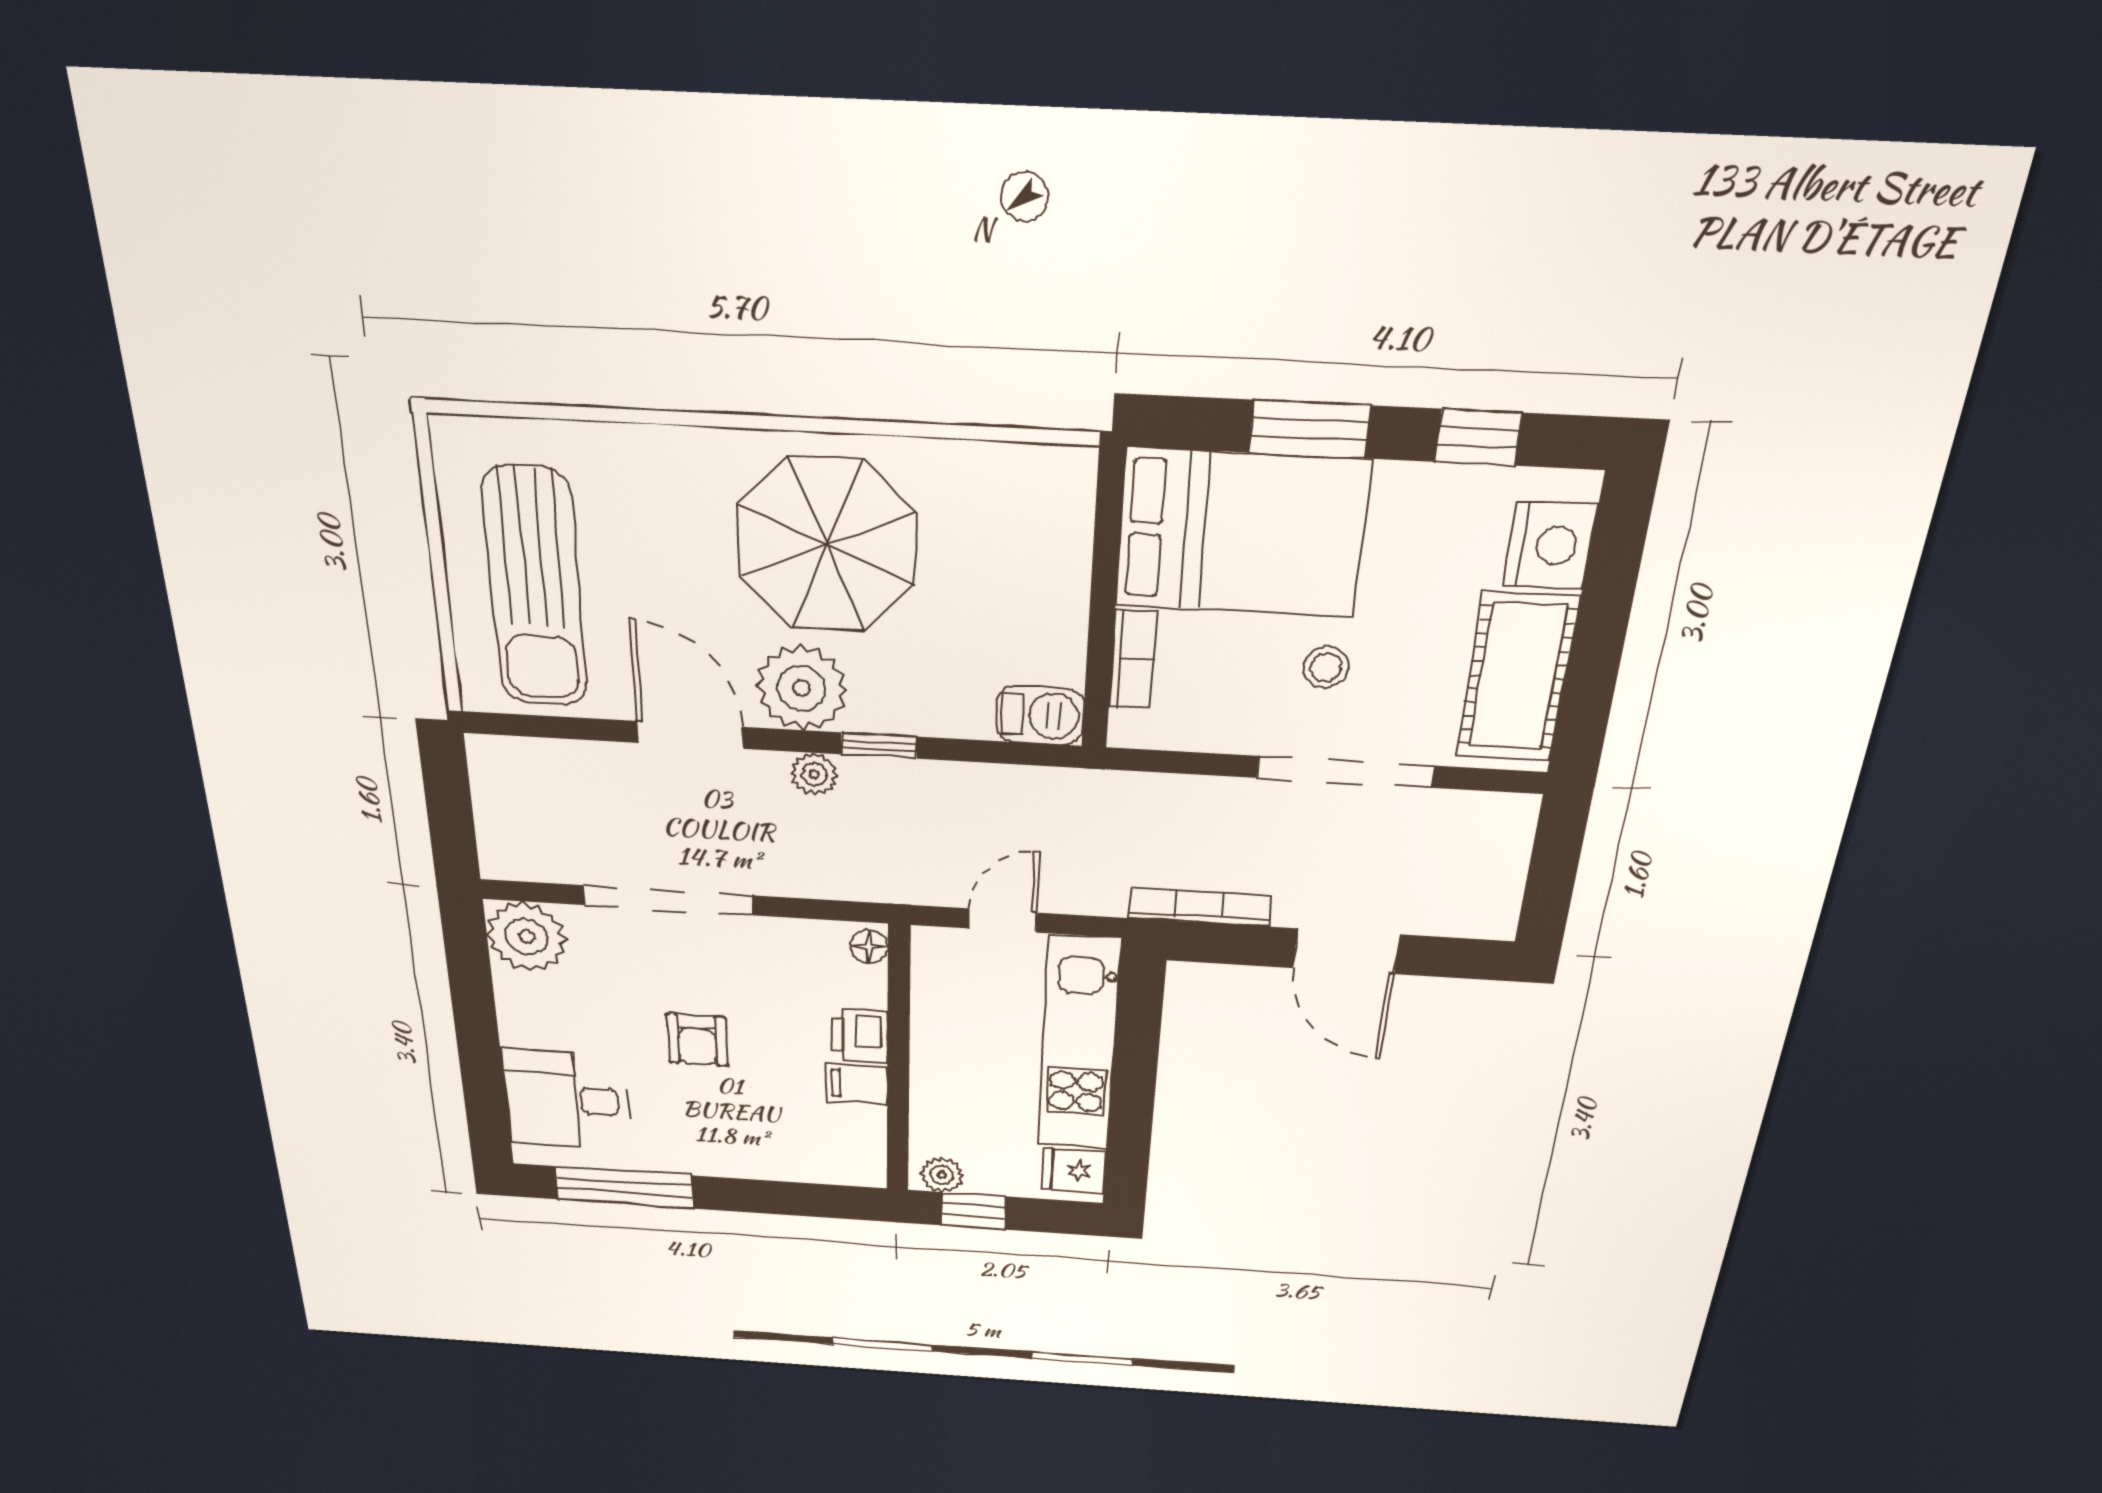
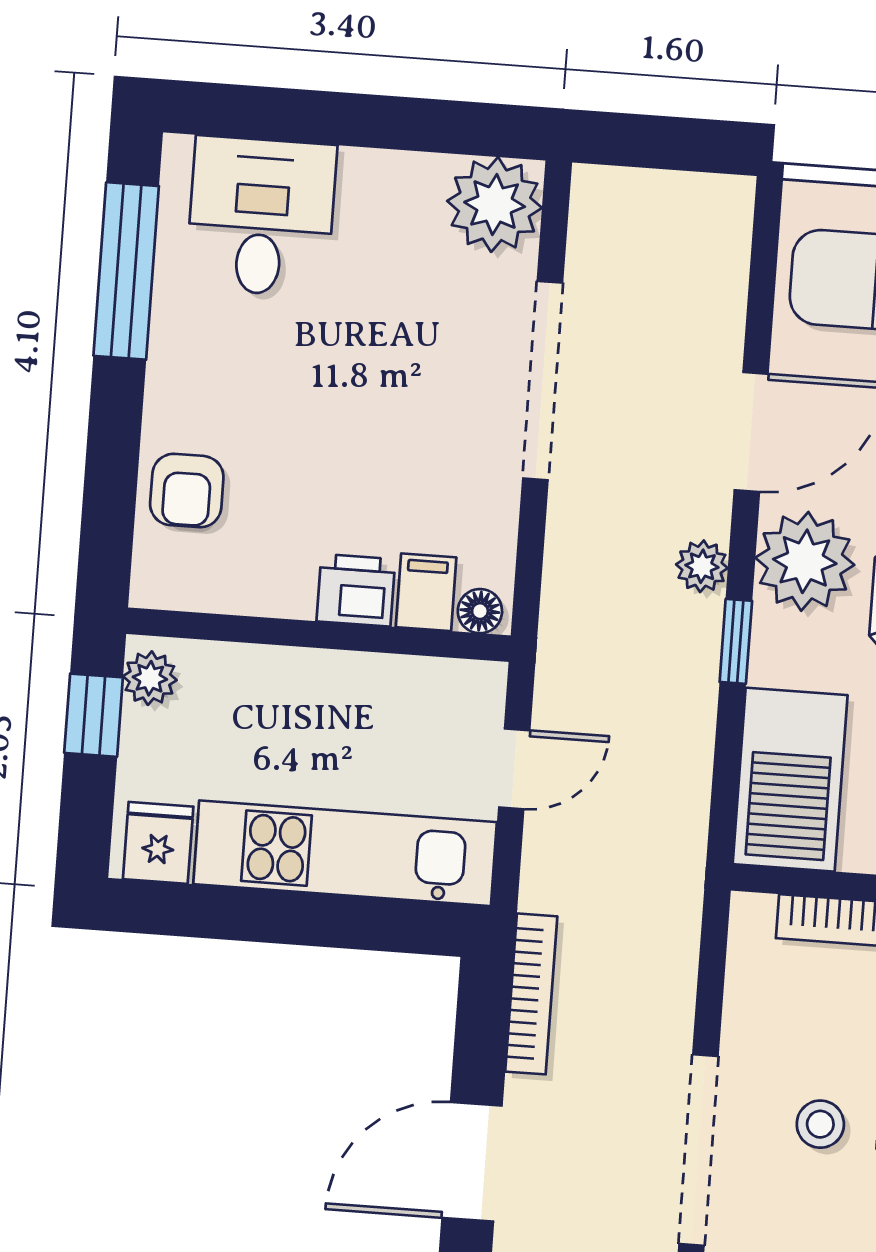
barbecue: (1040, 715) -> (790, 780), width x1.88, depth x1.53
door: (1003, 921) -> (514, 769), hinge flipped
armchair: (697, 1040) -> (187, 491), moved, turned -90
filing cabinet: (857, 1084) -> (426, 592), moved

